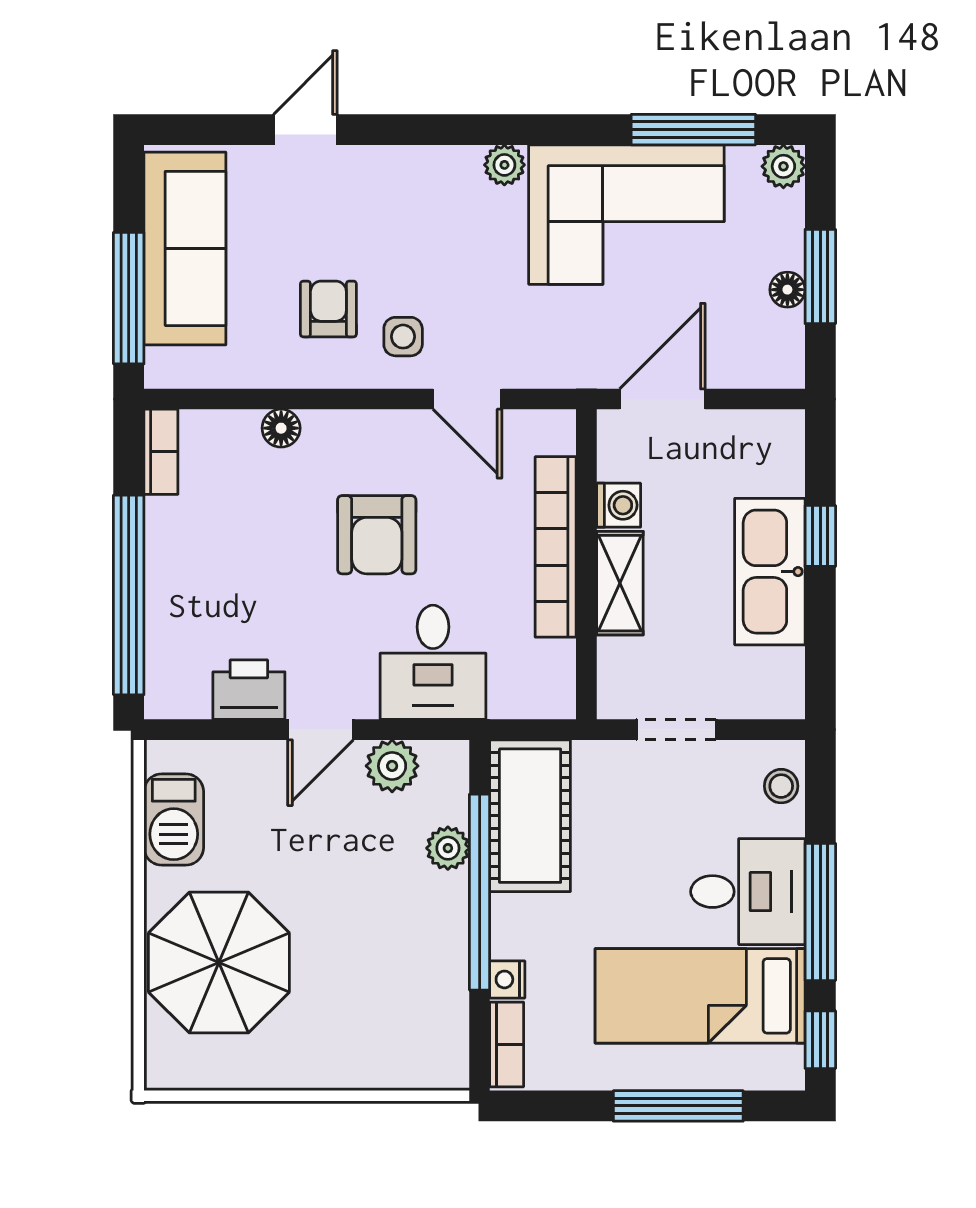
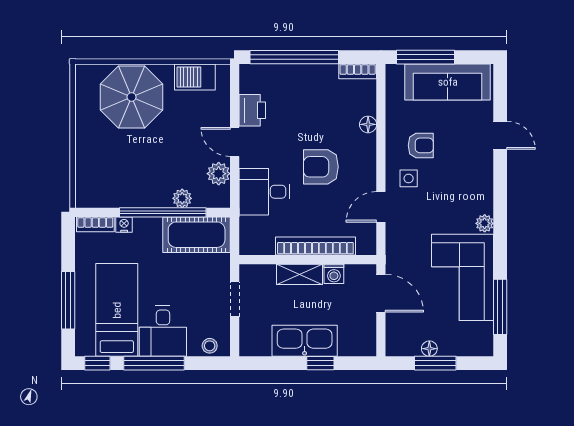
plant: (783, 166) -> (484, 347), removed

